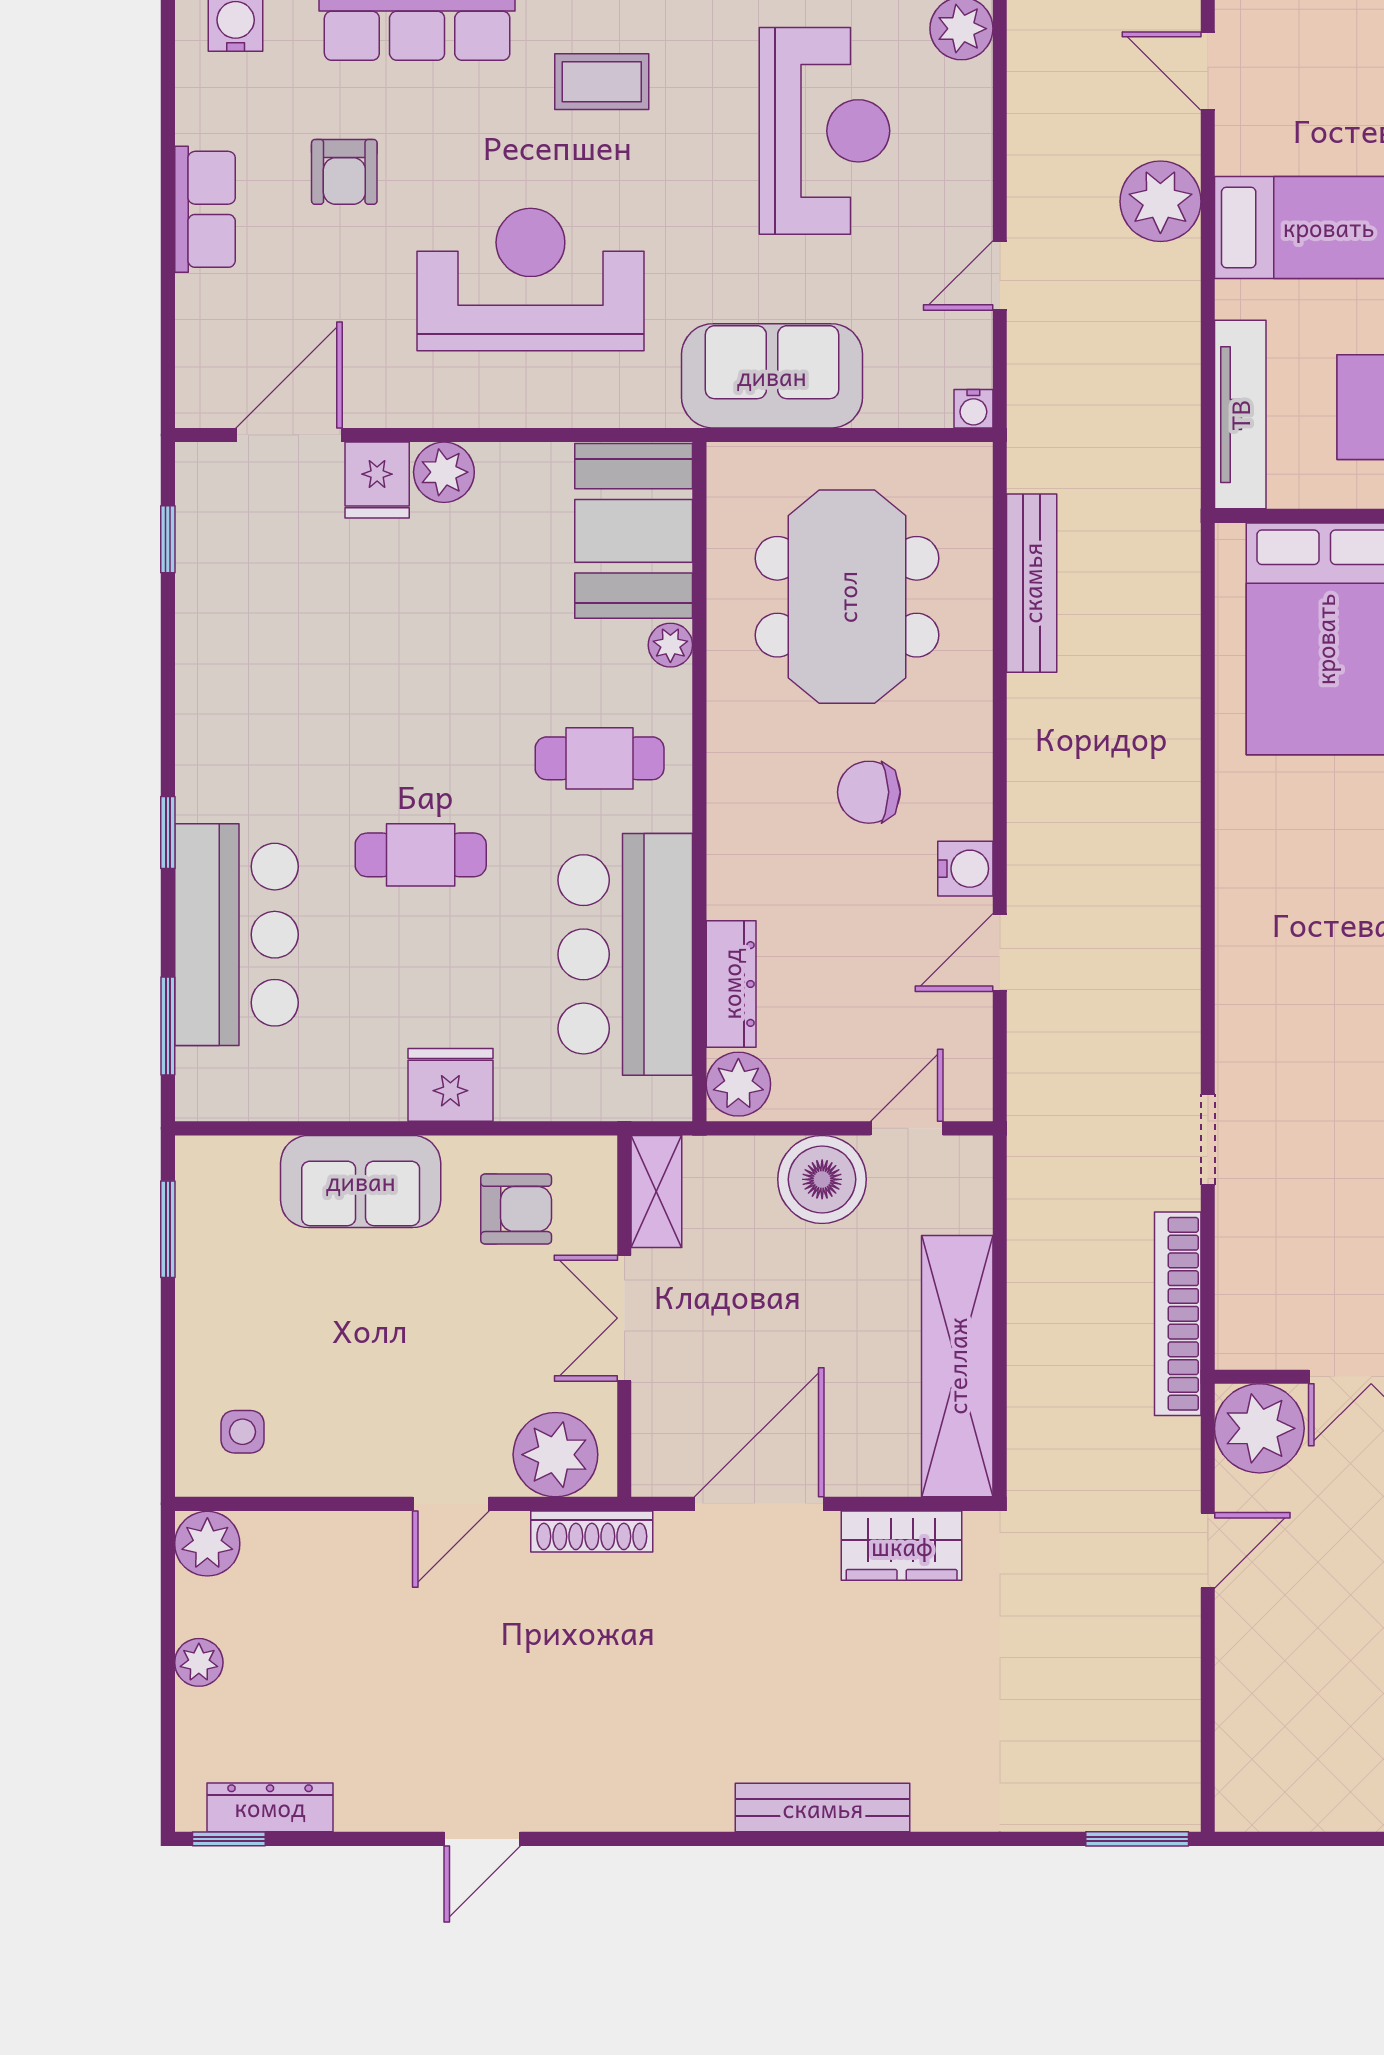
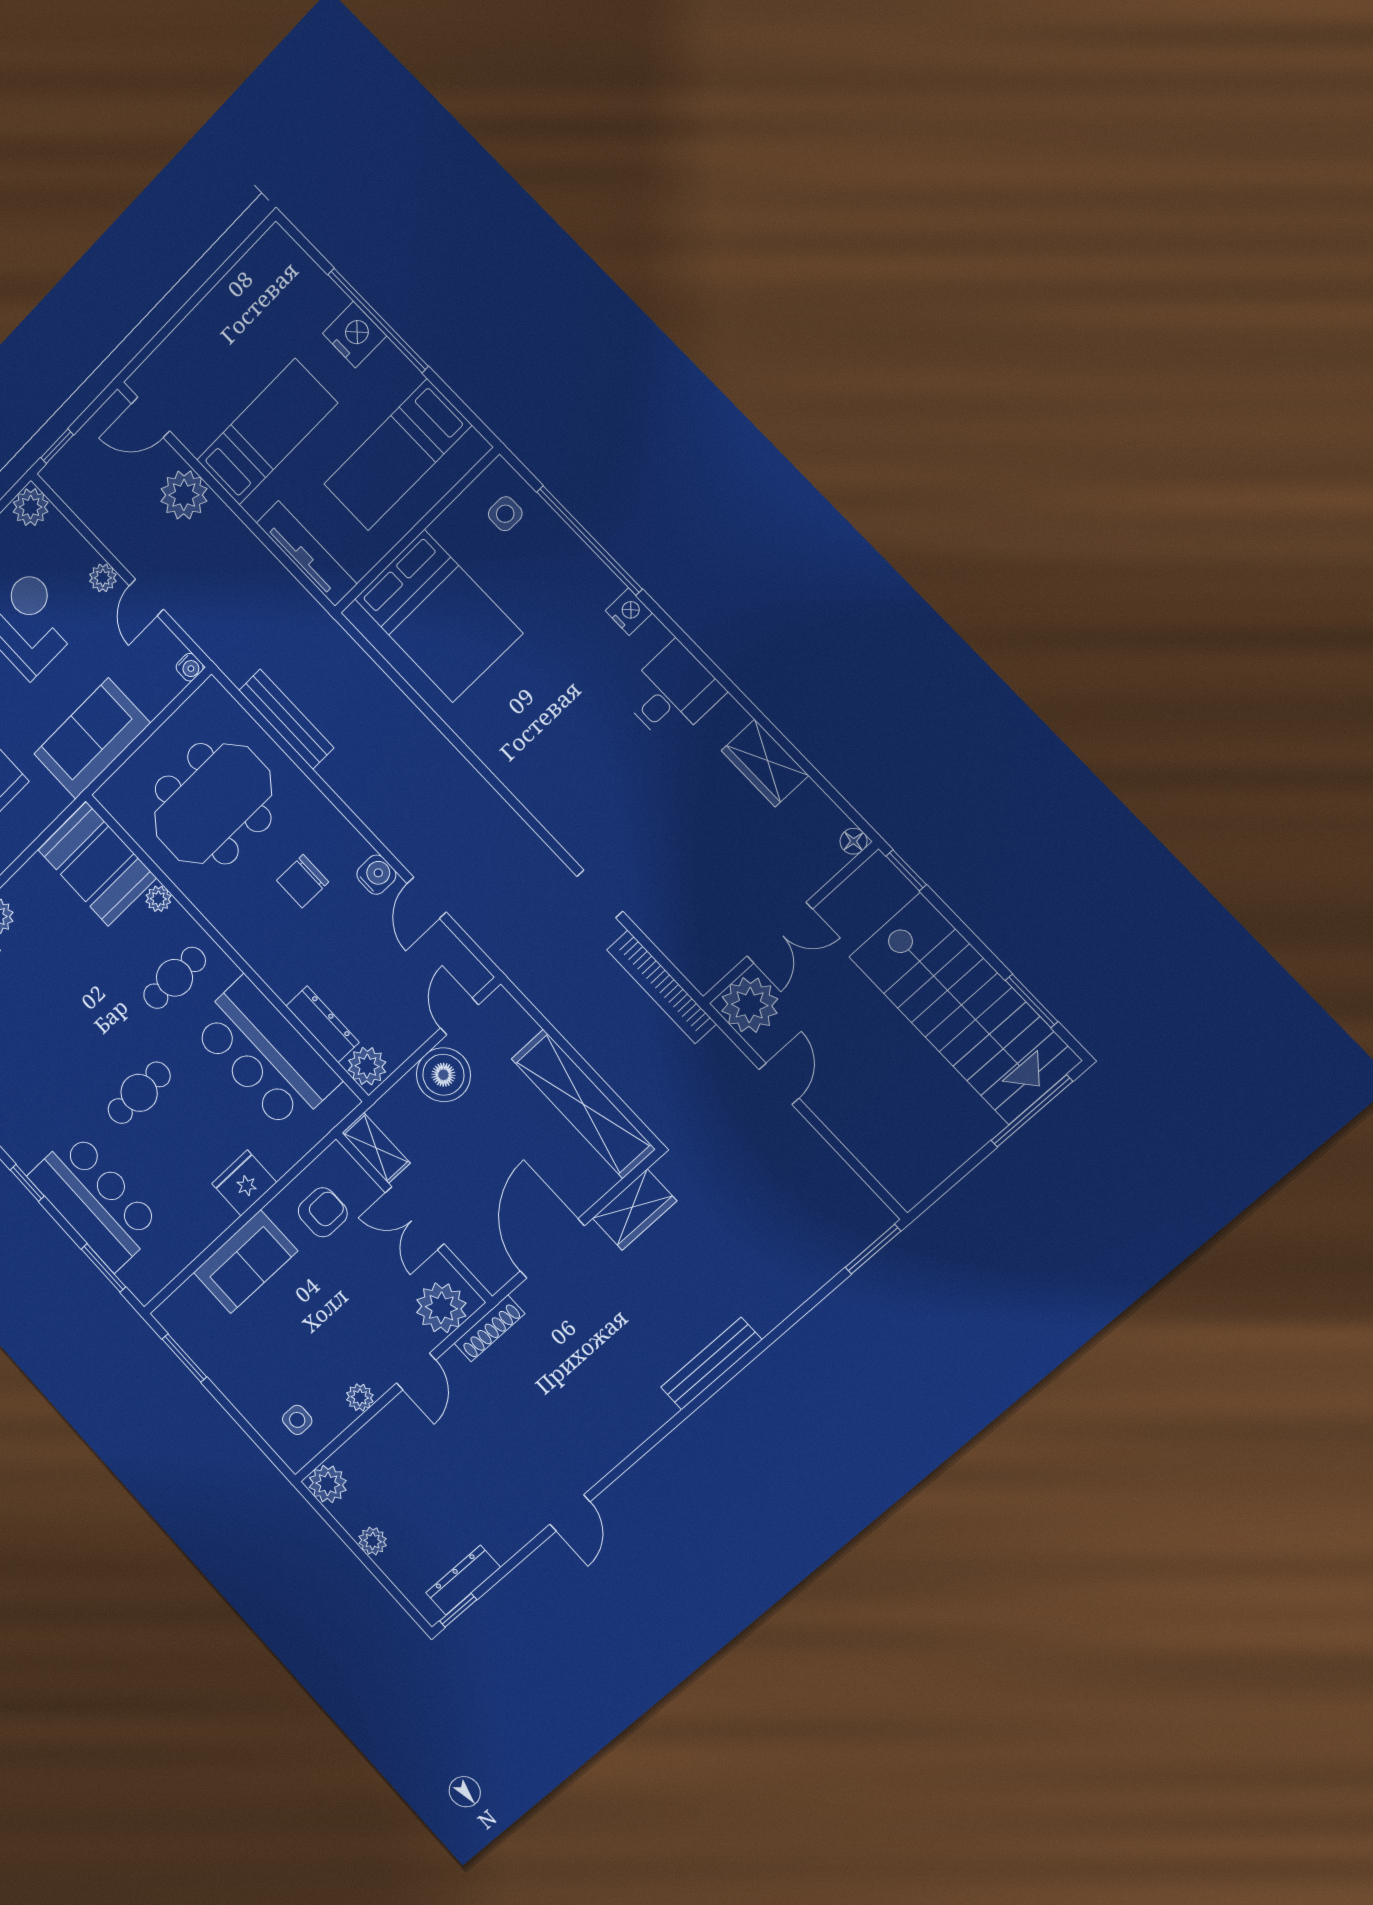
plant: (969, 200) -> (103, 578), added
meeting table: (847, 597) -> (213, 804), turned 90
plant: (349, 1474) -> (360, 1397), added

